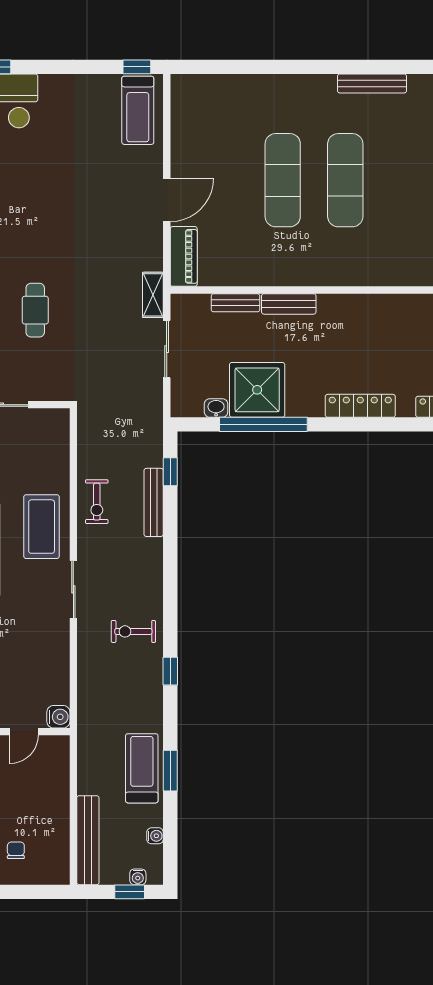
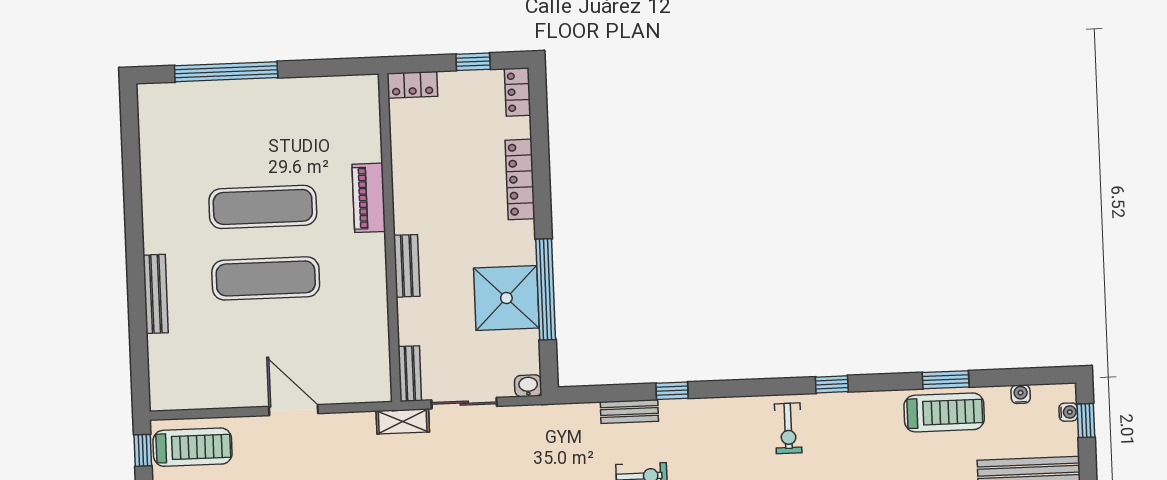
bench: (372, 83) -> (156, 294), moved
piano: (184, 256) -> (369, 198), moved, turned -90
bench: (236, 303) -> (410, 374), moved
washbasin: (216, 408) -> (528, 386), moved, turned 90
window: (170, 472) -> (672, 391), moved
bench: (154, 502) -> (629, 411), width x0.73
treadmill: (142, 768) -> (944, 412), turned 180

